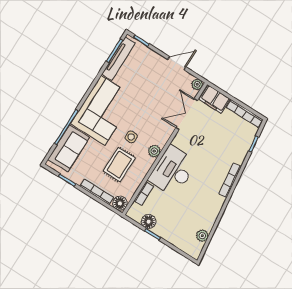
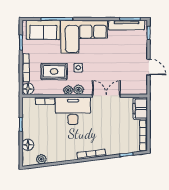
plant: (197, 84) -> (68, 90), moved
double door: (187, 114) -> (106, 96), moved
floor lamp: (149, 222) -> (28, 145), moved

